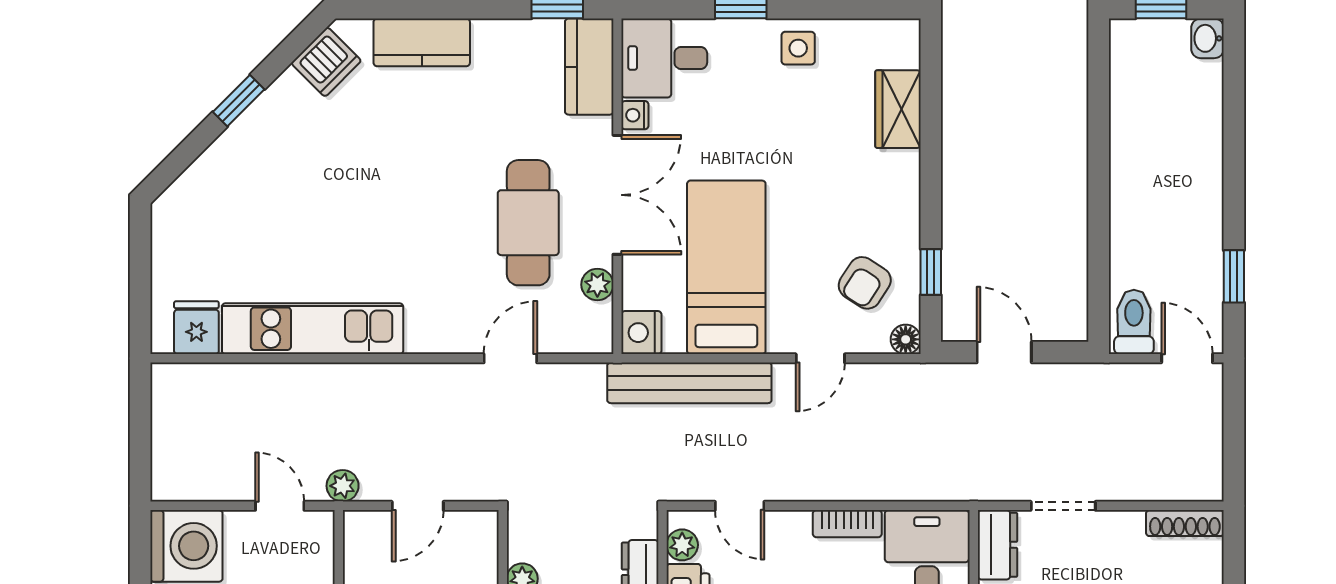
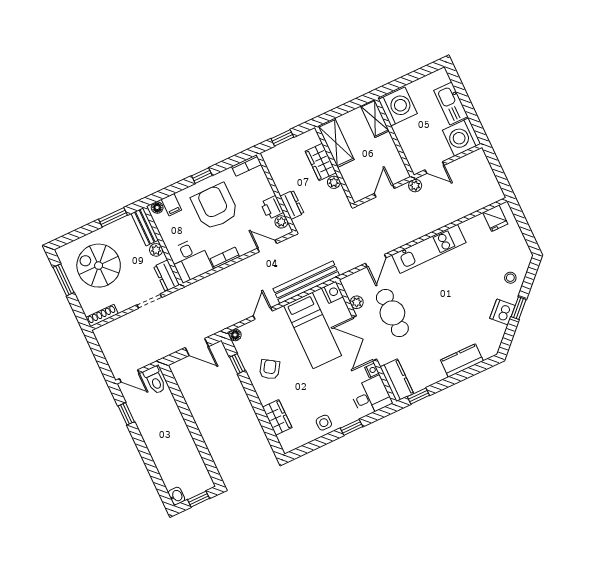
dishwasher: (326, 62) -> (502, 312), moved
stool: (225, 178) -> (510, 278), added
armchair: (865, 283) -> (270, 369), moved
kitchen unit: (313, 329) -> (429, 249), moved

